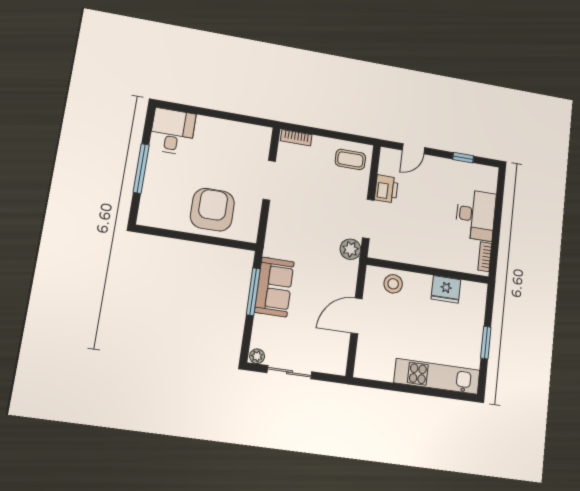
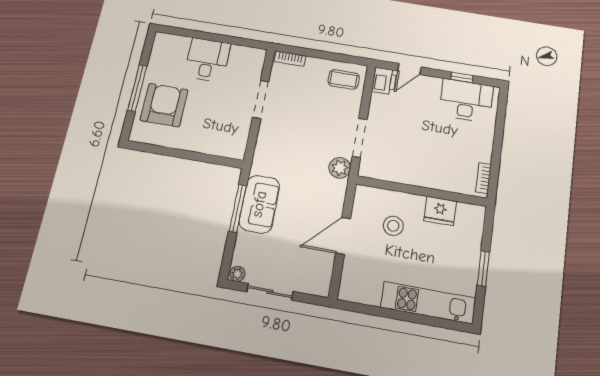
desk: (173, 132) -> (207, 60), moved
printer: (386, 189) -> (384, 81), moved
armchair: (212, 210) -> (164, 105), moved
desk: (476, 215) -> (466, 101), moved, turned -90
stool: (393, 284) -> (393, 226), moved

